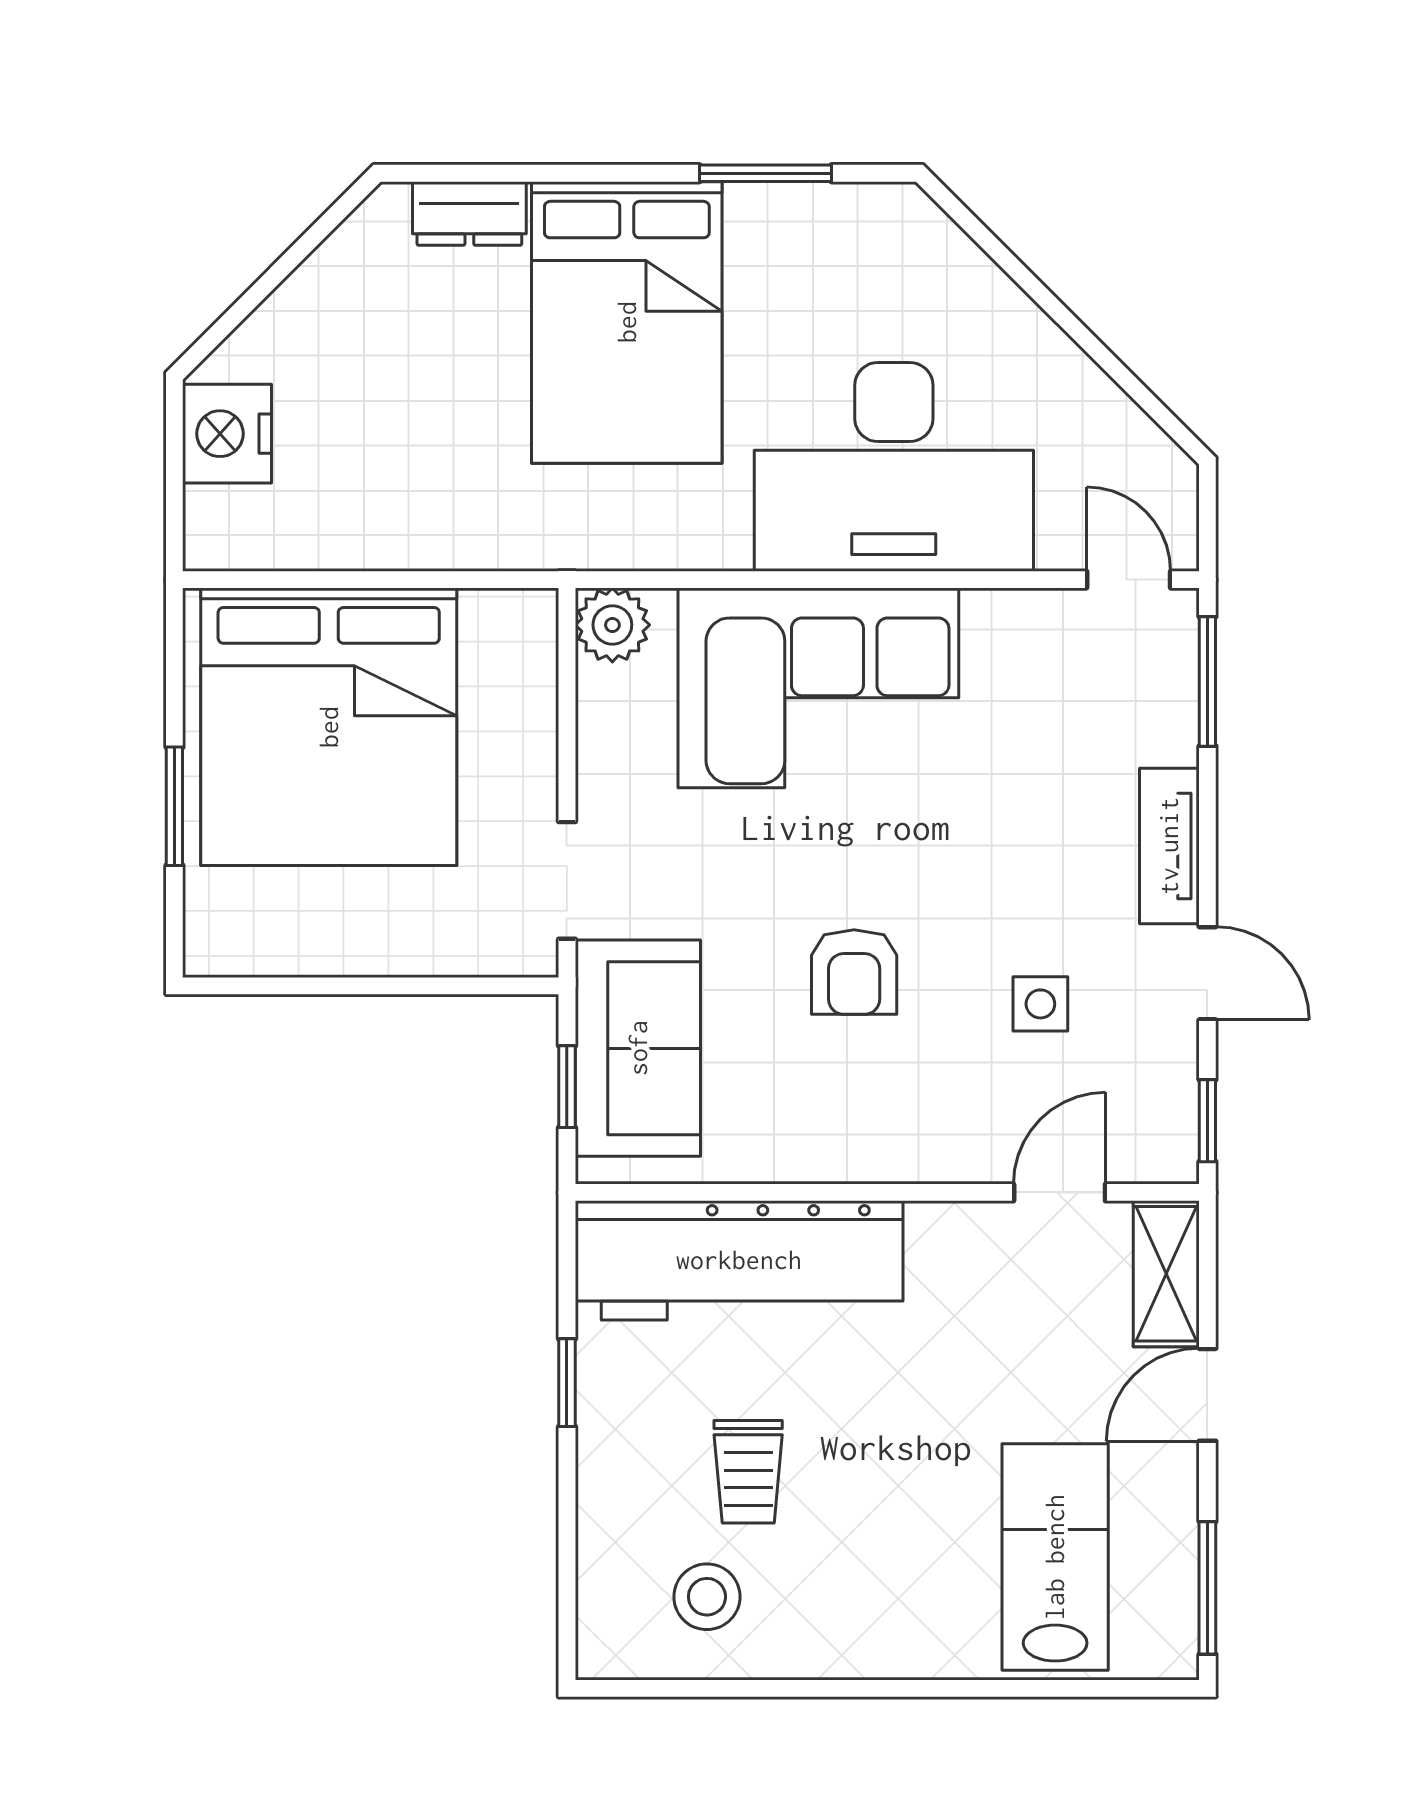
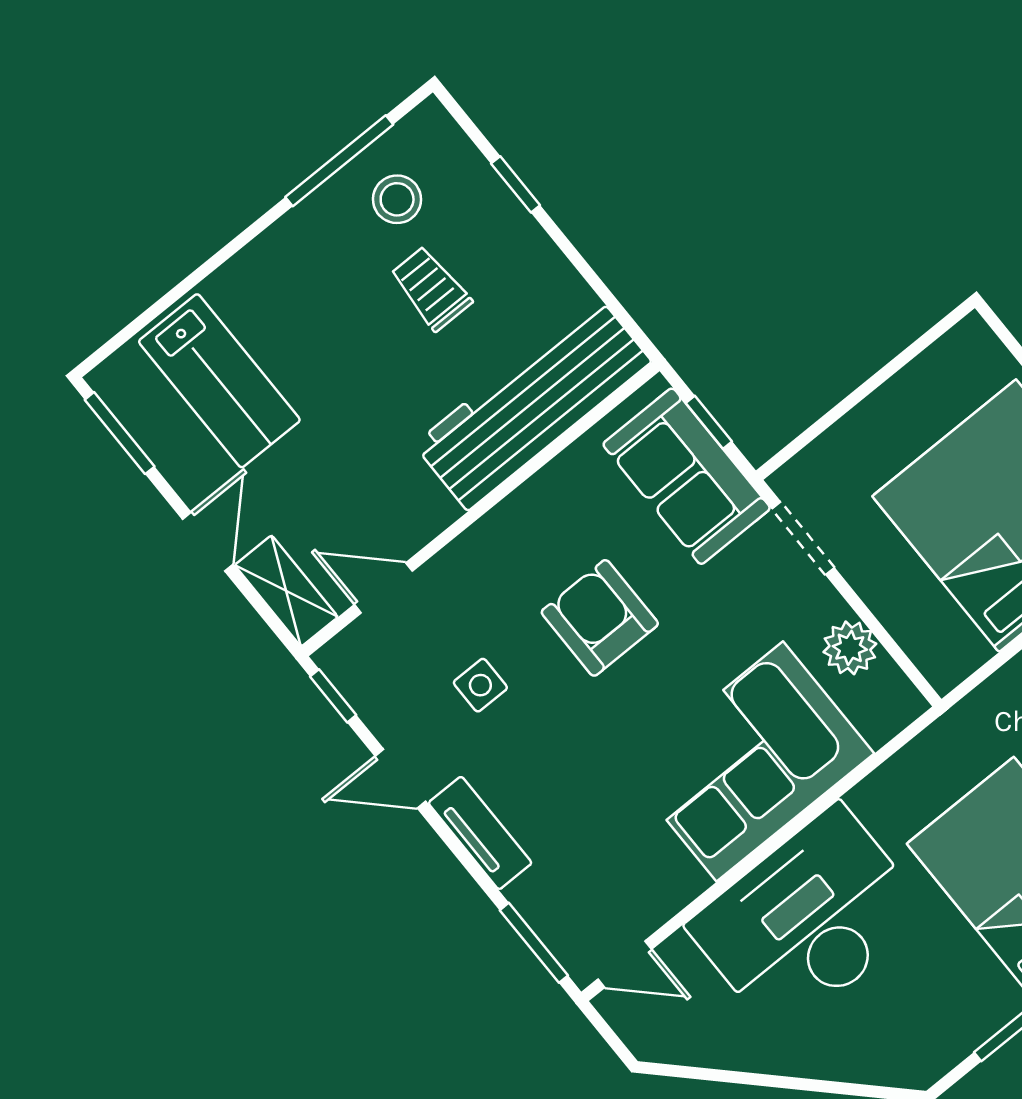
plant: (612, 625) -> (850, 648), moved
armchair: (854, 972) -> (600, 618), width x1.38, depth x1.38
door: (1060, 1192) -> (383, 588), swing flipped
window: (567, 1383) -> (516, 184), moved
window: (735, 1688) -> (339, 161), added

